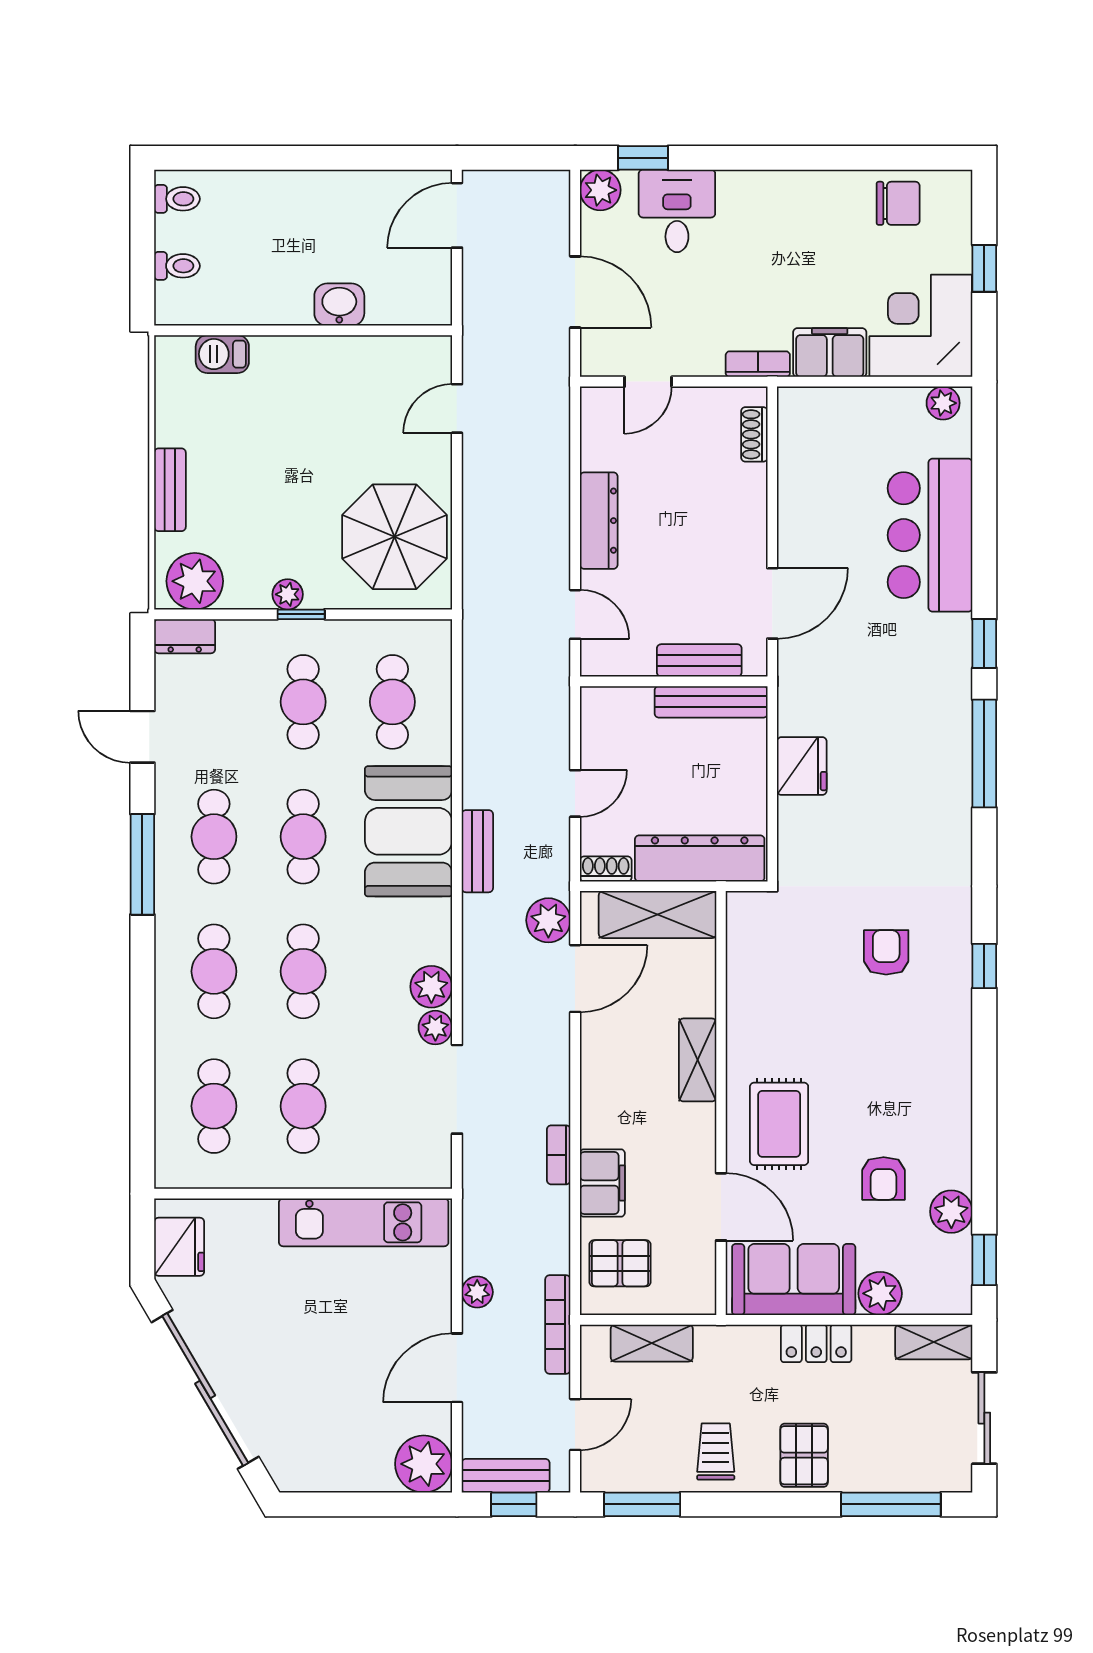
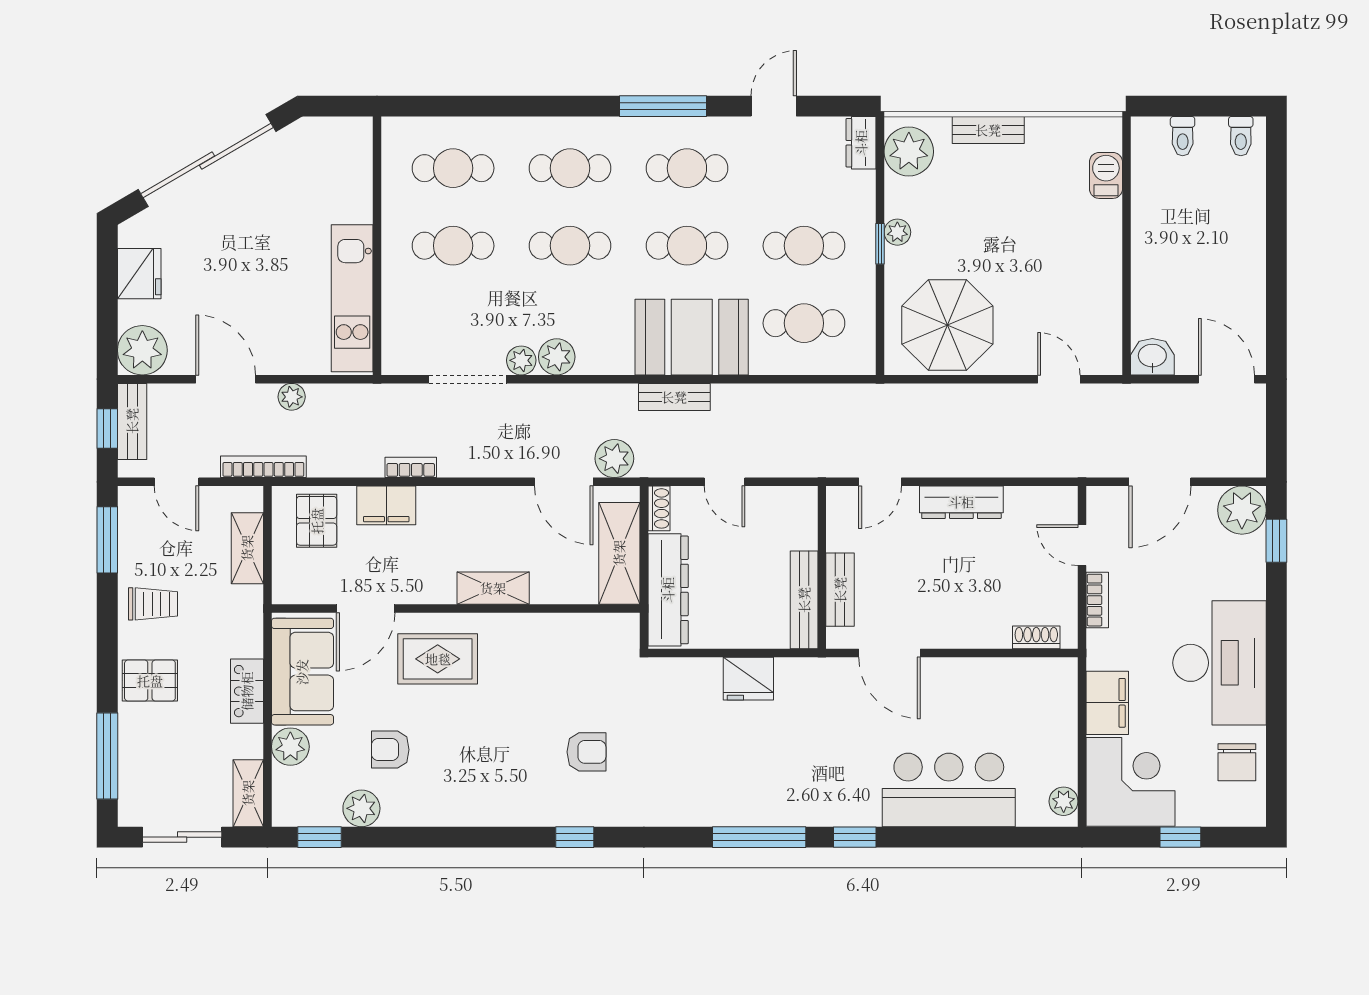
plant: (600, 190) -> (1242, 510), width x1.36, depth x1.36
desk: (677, 211) -> (1220, 663), moved, width x1.87, depth x1.30
washbasin: (339, 305) -> (1152, 357), moved, turned -90
bookcase: (758, 364) -> (1097, 600), moved
fridge: (179, 1247) -> (139, 274), moved, turned -90

